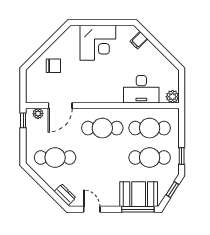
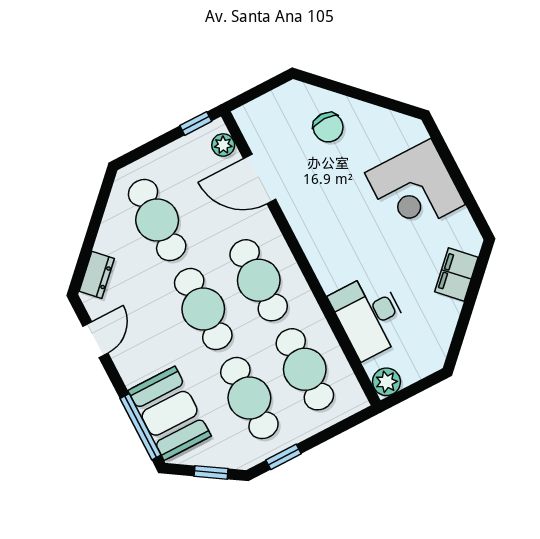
filing cabinet: (139, 40) -> (456, 274), width x2.00
cafe table: (102, 157) -> (203, 309), added

